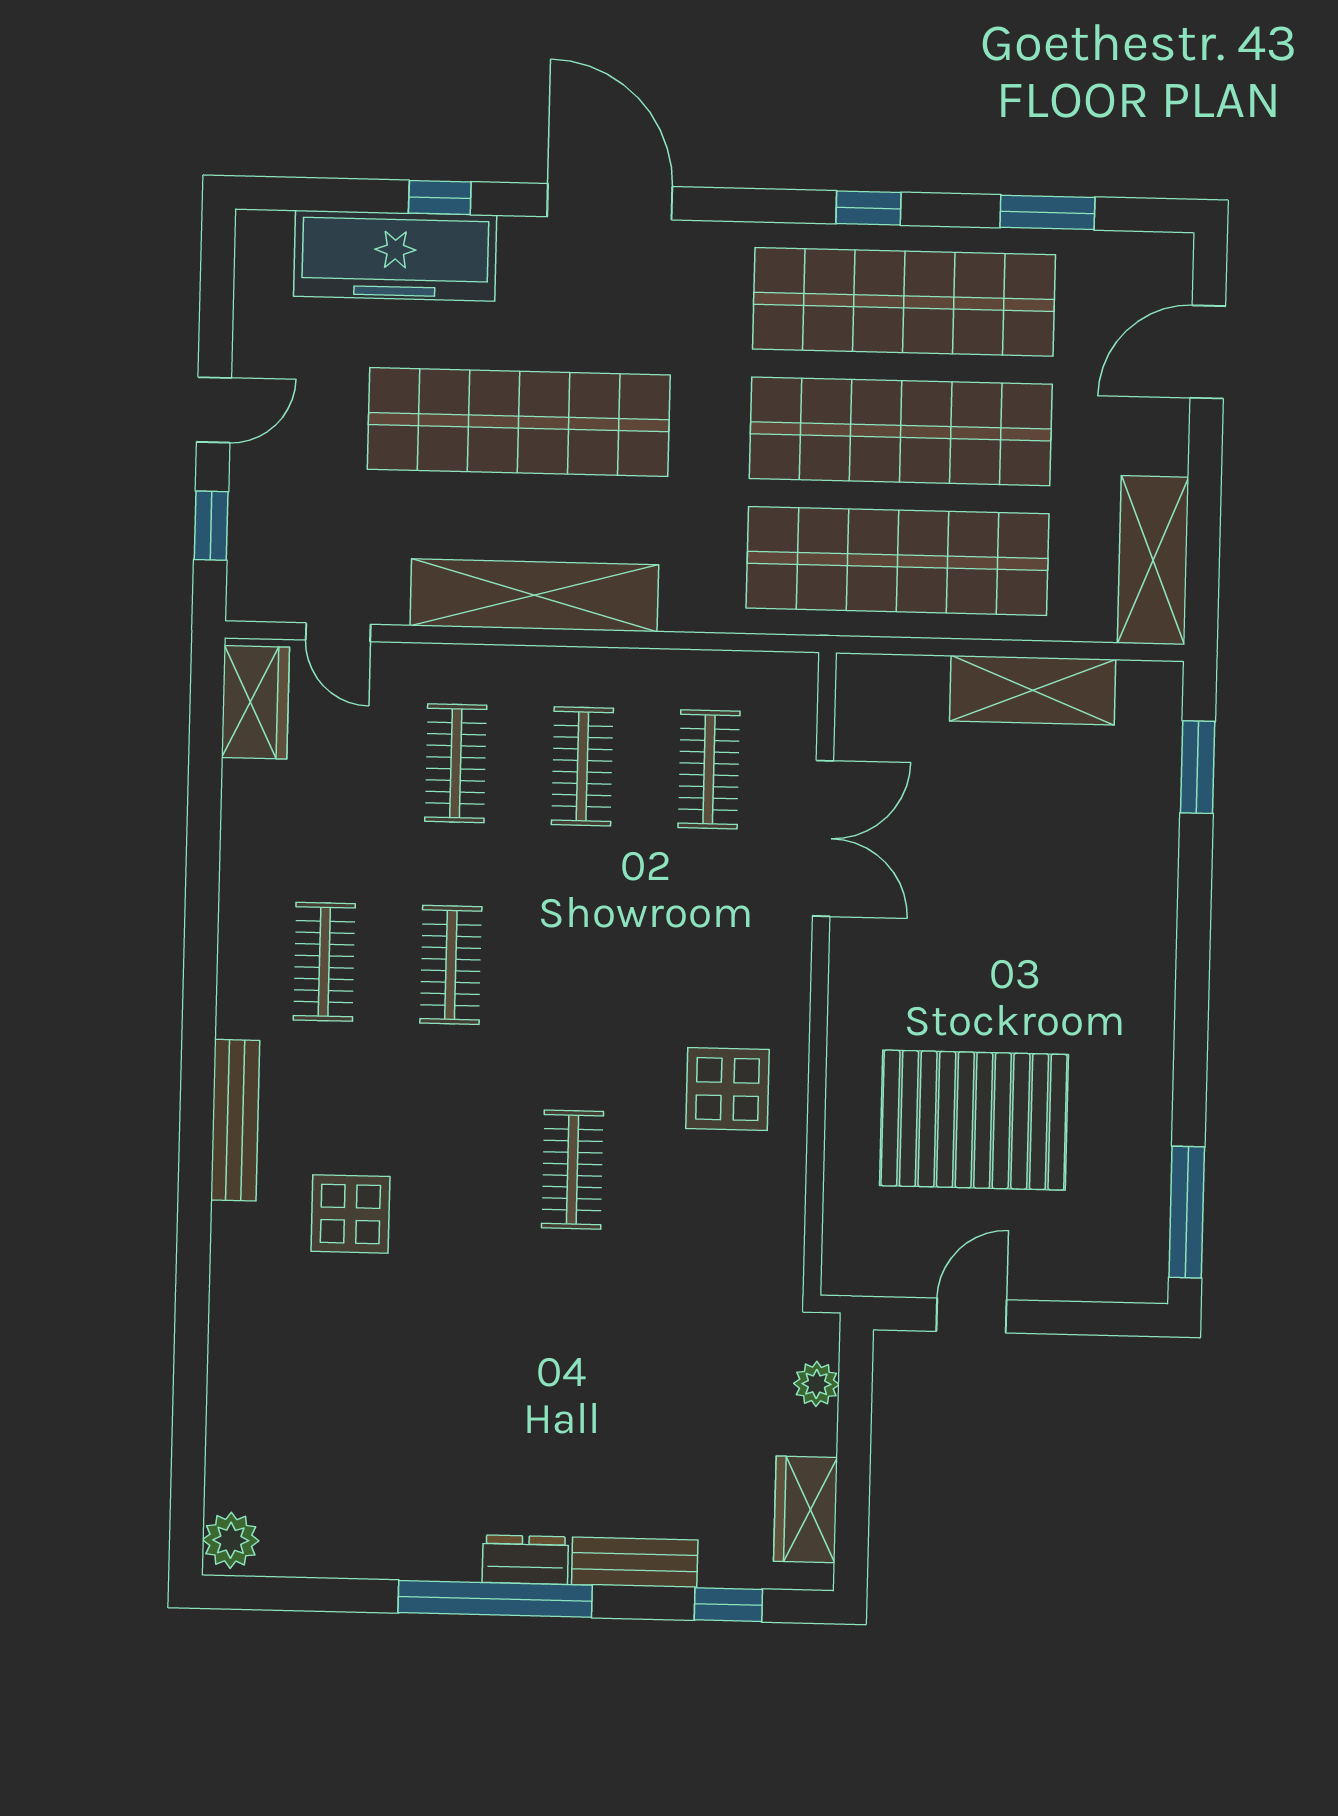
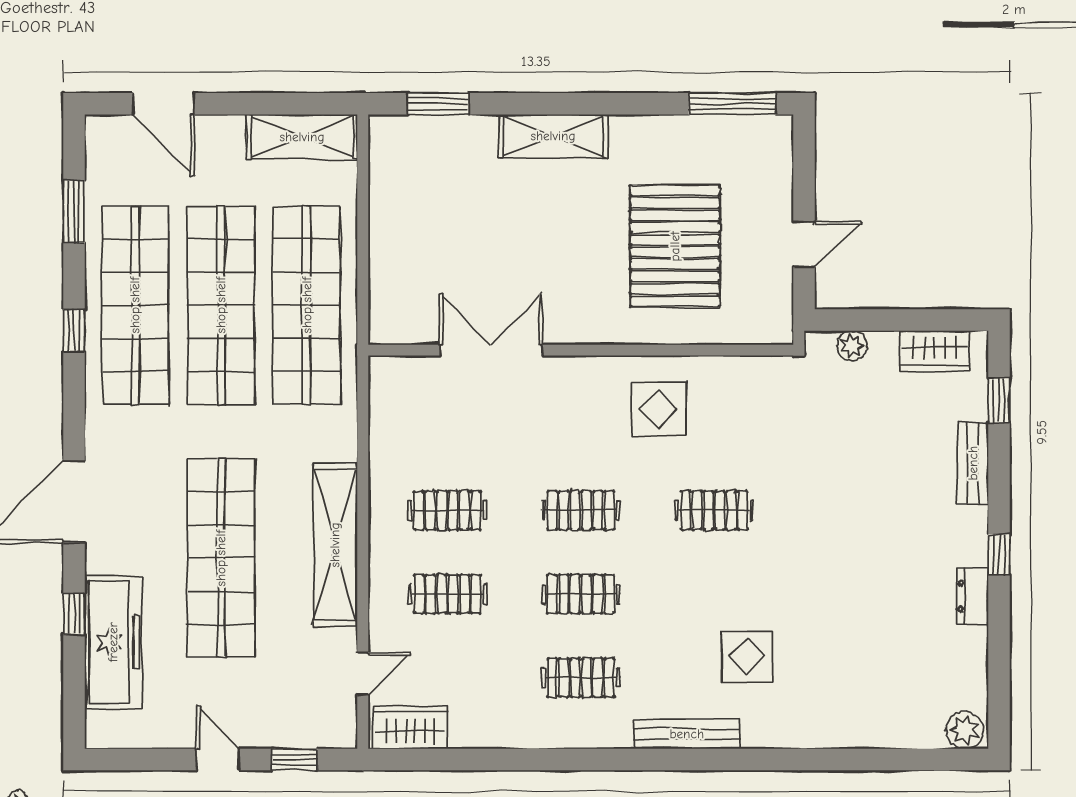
shelving: (1033, 690) -> (553, 136), moved, turned 90
clothes rail: (709, 769) -> (581, 510), moved
door: (971, 1316) -> (804, 244), swing flipped
dresser: (525, 1560) -> (973, 596), moved
window: (495, 1599) -> (999, 554), width x0.32

